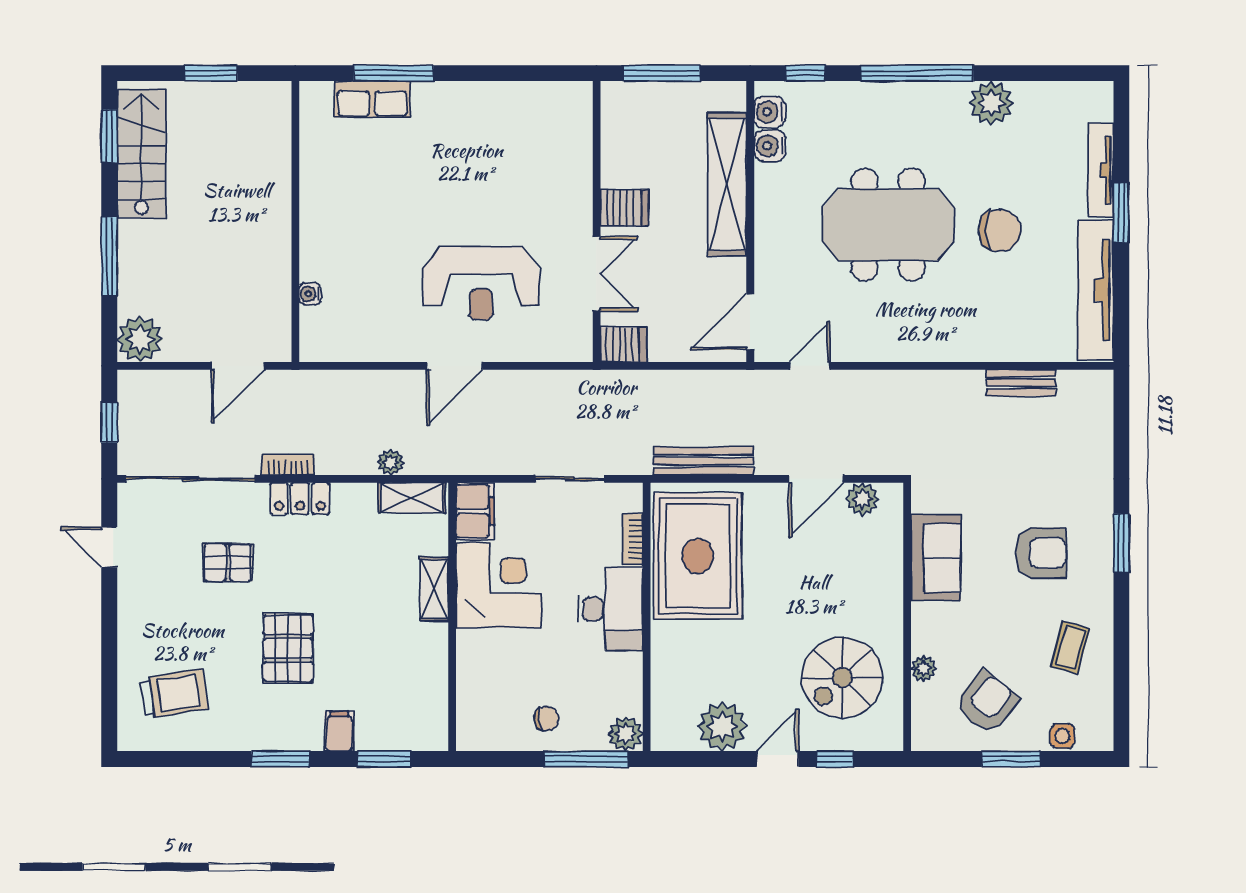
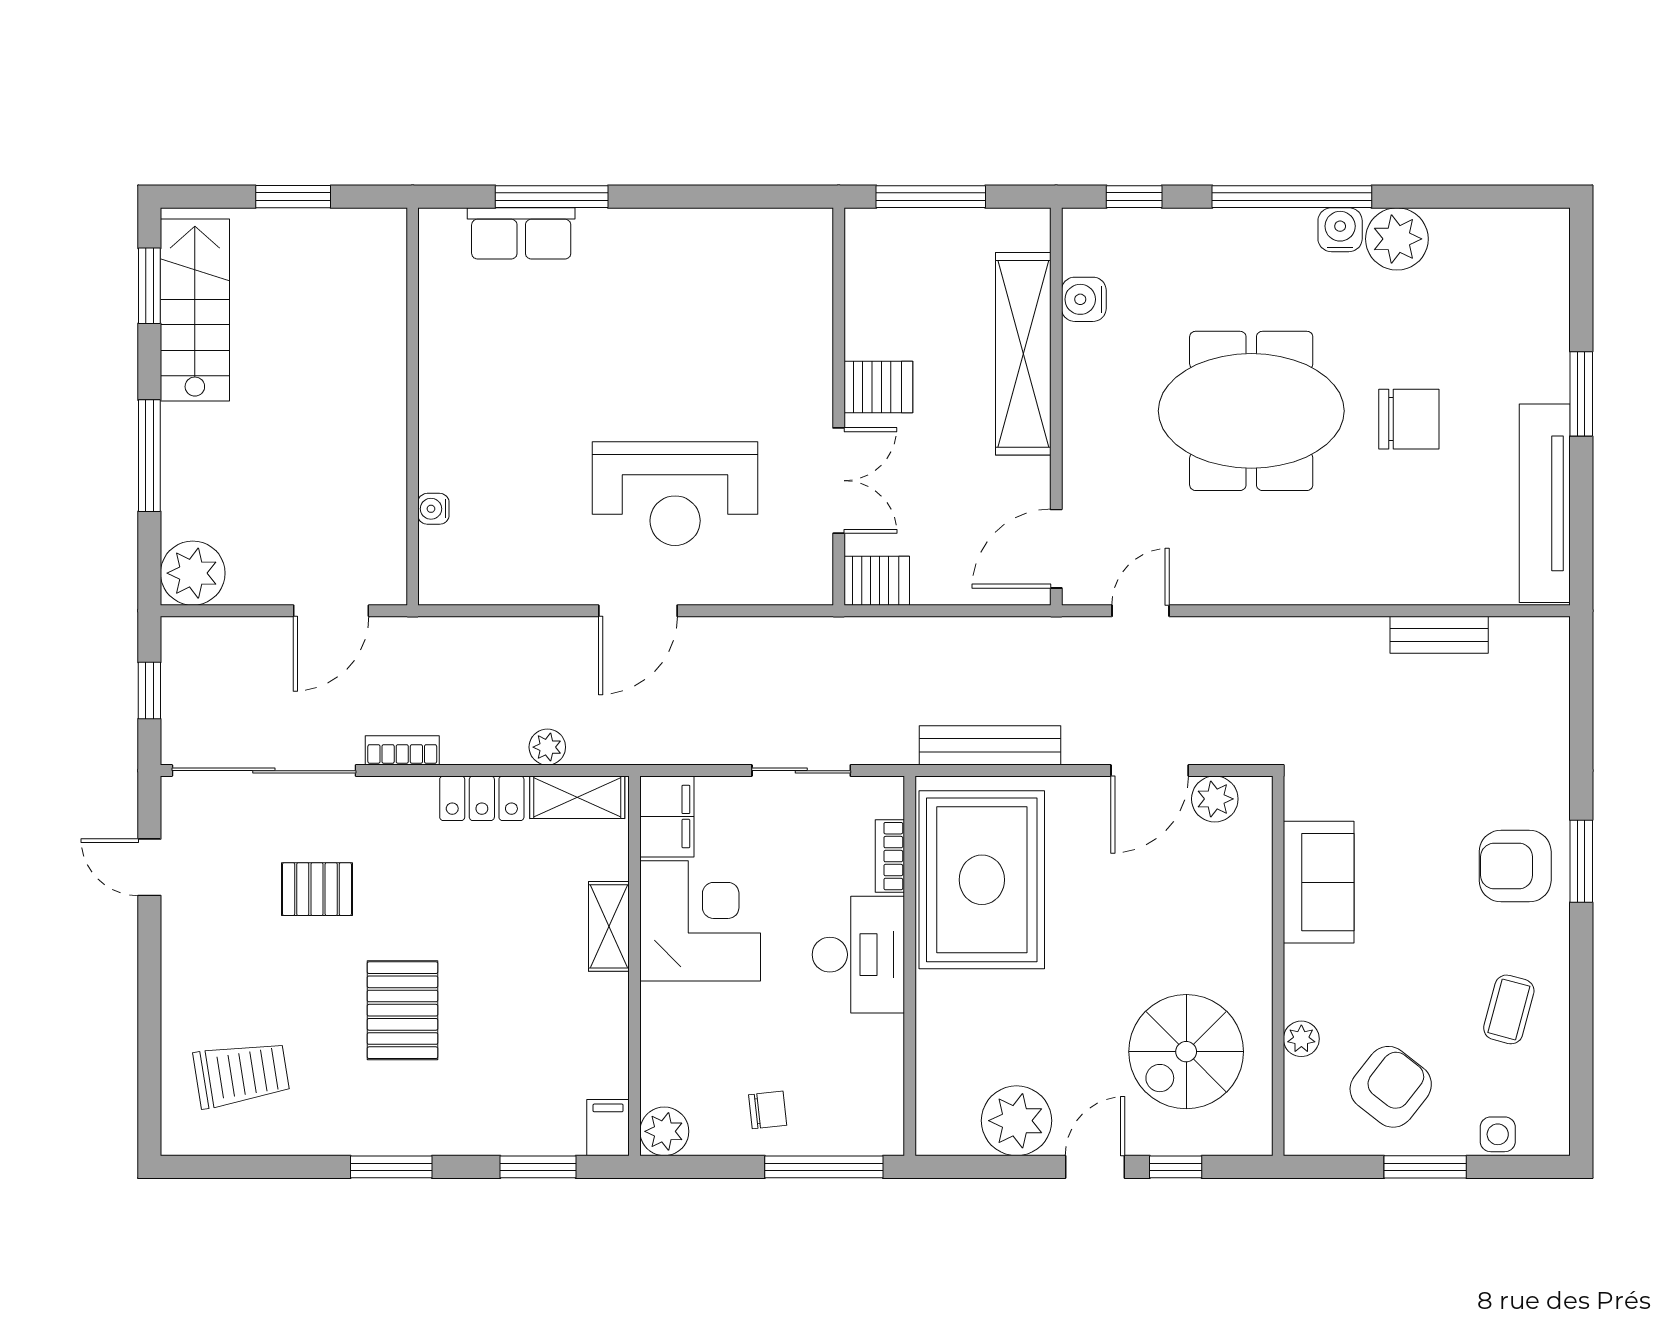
water cooler: (770, 112) -> (1340, 230), moved, turned 90
tv unit: (1101, 170) -> (1552, 334), removed
locker: (300, 498) -> (482, 798), moved
armchair: (1041, 553) -> (1515, 866), moved, turned 180
filing cabinet: (339, 731) -> (608, 1128), moved
plant: (626, 734) -> (664, 1131), moved

